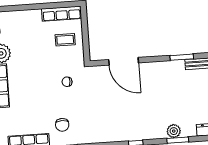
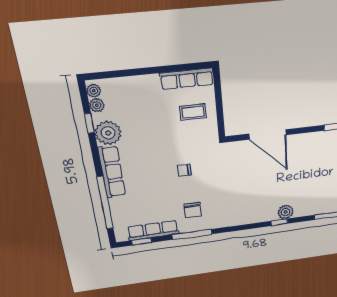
chair: (67, 82) -> (184, 170), moved
plant: (174, 131) -> (286, 212), moved

